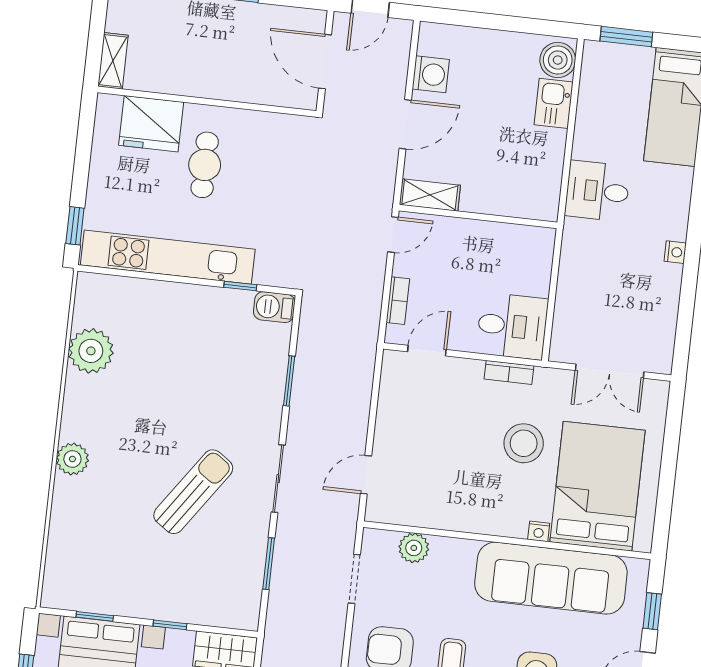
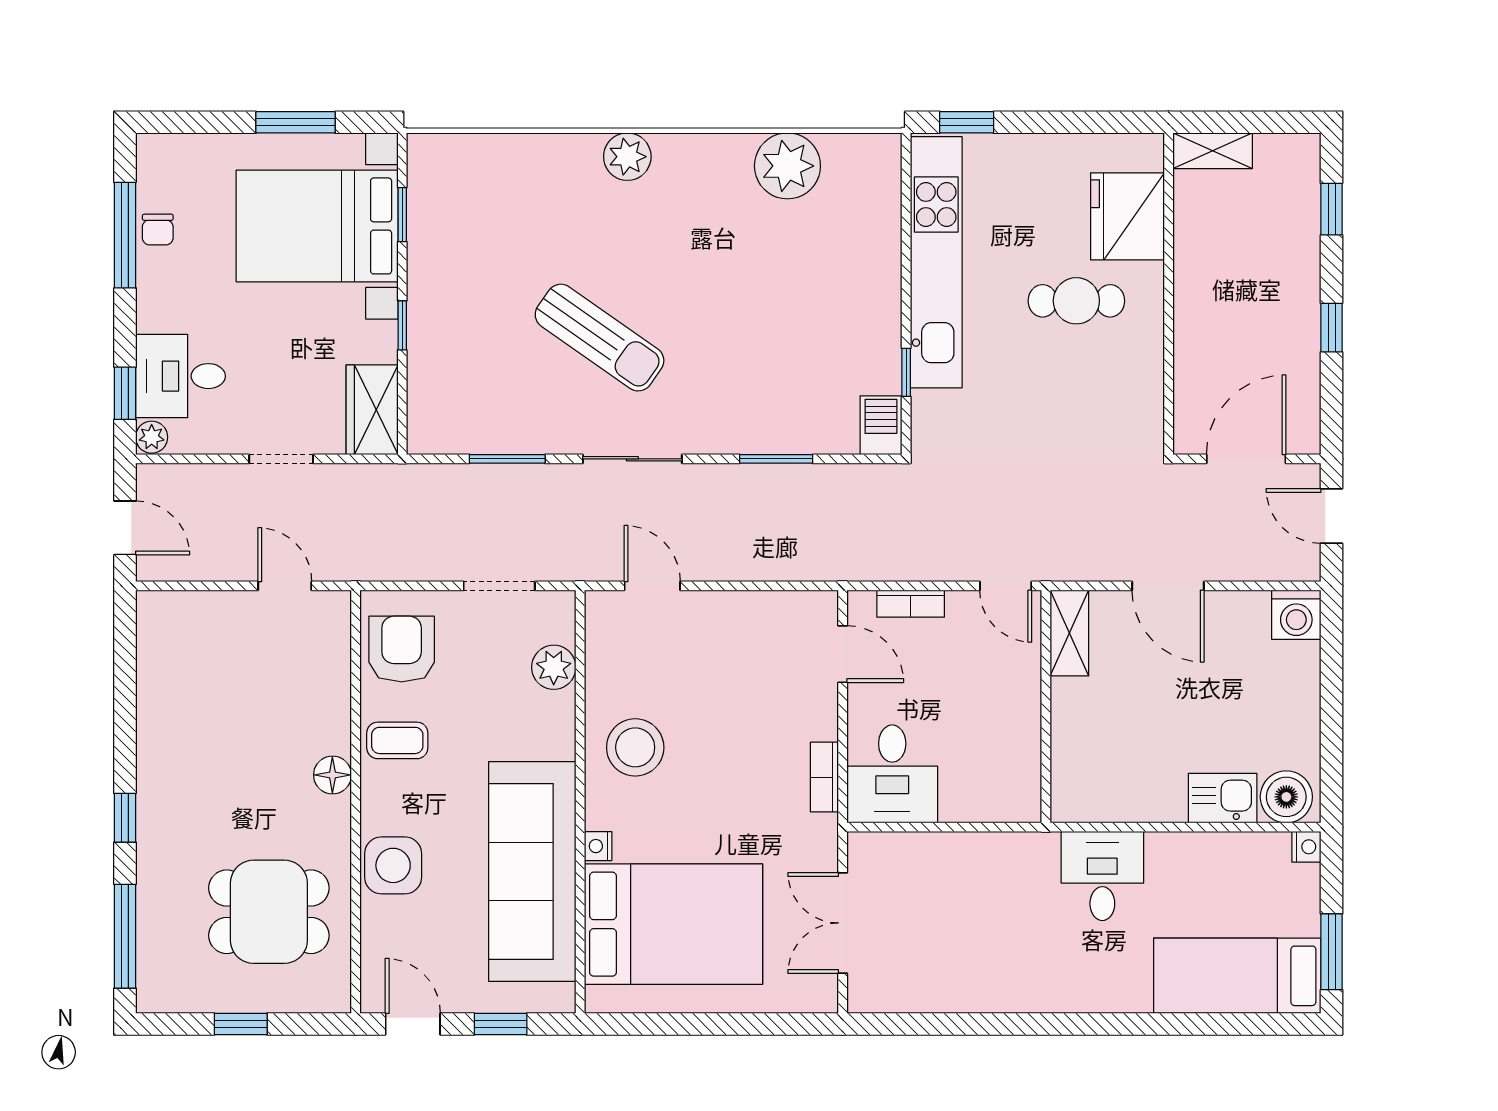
window: (626, 37) -> (1332, 952), moved
washing machine: (431, 74) -> (1296, 615), moved
nightstand: (675, 252) -> (1306, 847), moved, turned -90
stool: (524, 443) -> (635, 747), moved

